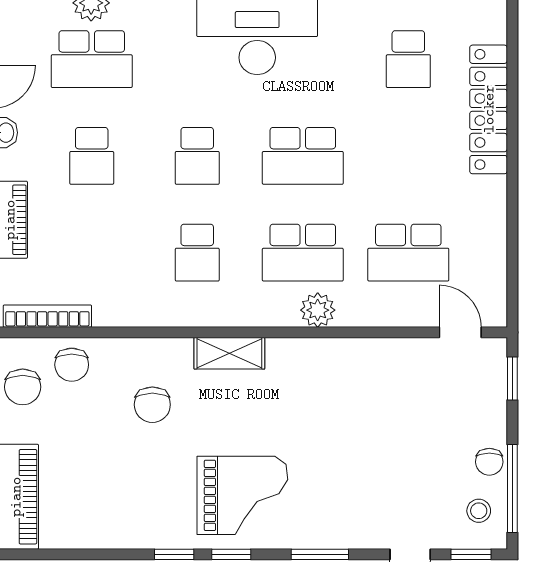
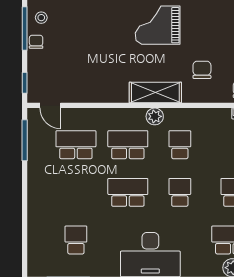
locker: (489, 109) -> (36, 215), removed
window: (512, 262) -> (25, 140), added
plant: (318, 310) -> (155, 116), moved
shelving: (229, 353) -> (155, 93), width x1.50, depth x1.33

